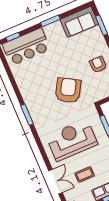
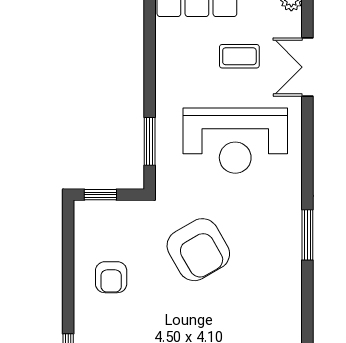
armchair: (68, 90) -> (198, 250), turned -60

